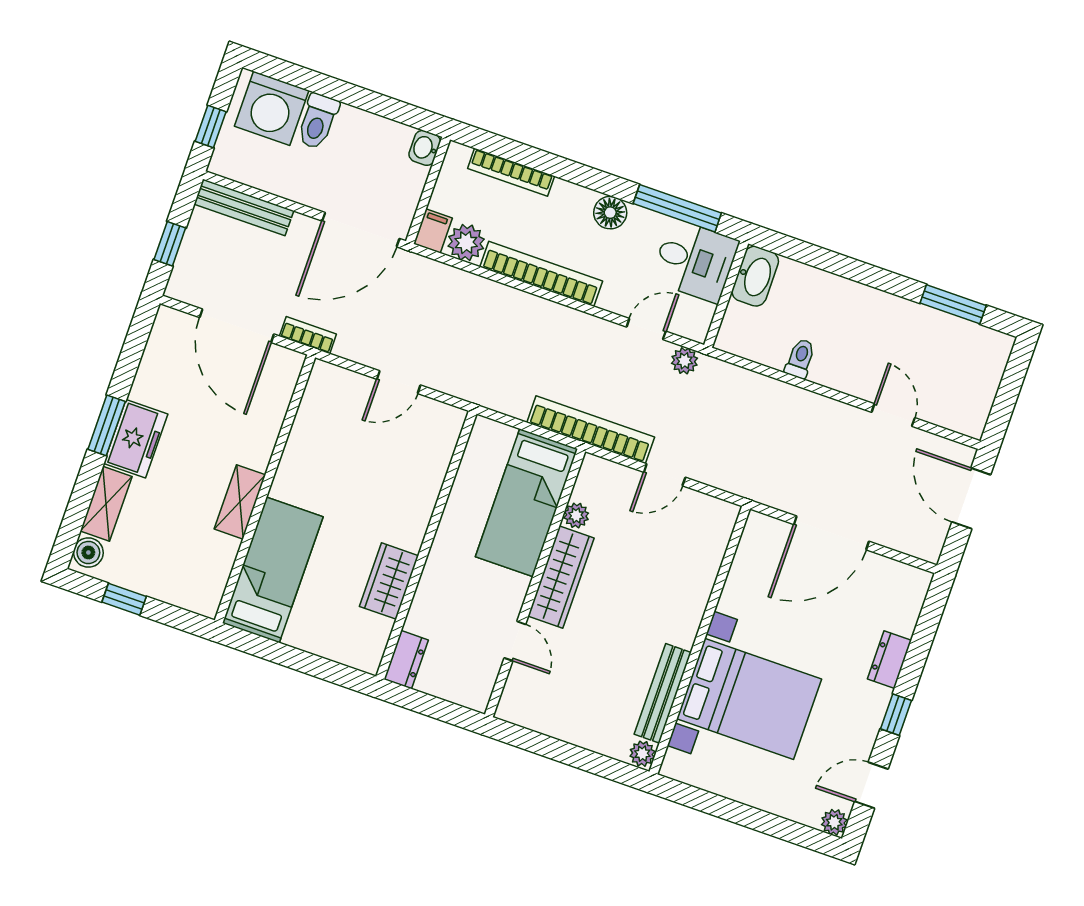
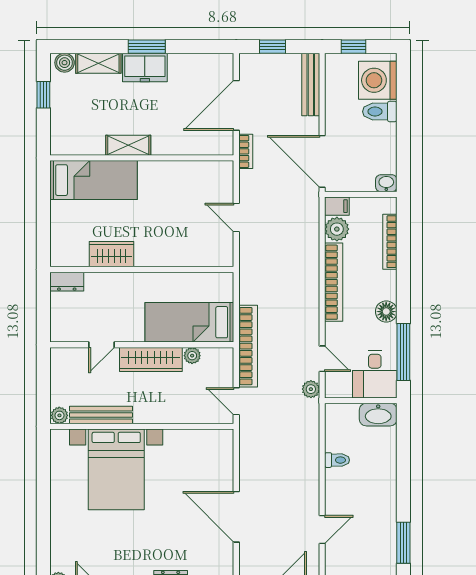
wall: (700, 640) -> (142, 426), moved
bench: (663, 693) -> (101, 415), moved
bed with nightstands: (749, 699) -> (116, 469), moved
plant: (642, 754) -> (59, 415), moved

